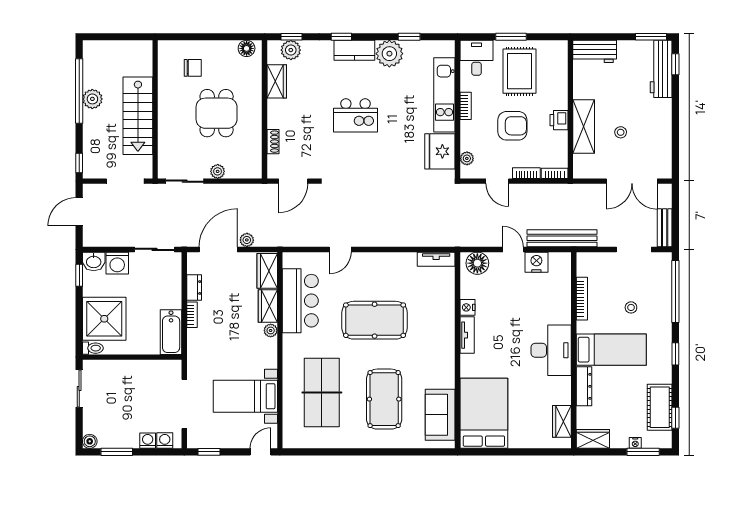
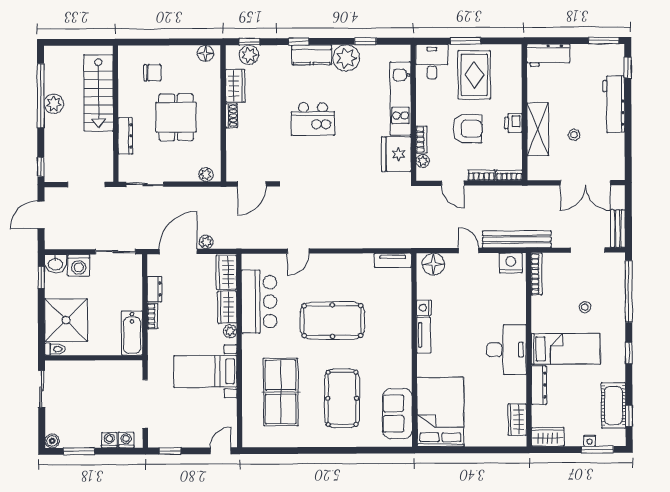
workbench: (661, 69) -> (614, 104), moved
bookcase: (466, 106) -> (421, 139), moved
stairs: (138, 116) -> (99, 93), moved
dresser: (165, 132) -> (125, 136), added
shoe rack: (273, 142) -> (232, 116), moved
plant: (218, 171) -> (206, 175), moved
nightstand: (536, 262) -> (511, 263), moved
bookcase: (582, 299) -> (536, 274), moved
bed with nightstands: (245, 396) -> (205, 371), moved

